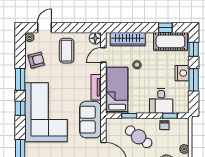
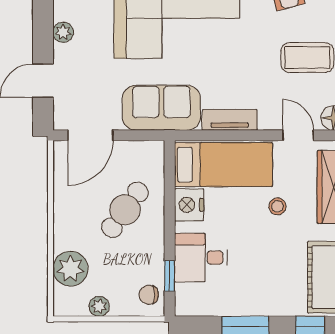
nightstand: (182, 73) -> (189, 205), moved, turned 90
window: (129, 116) -> (170, 190), removed
chair: (164, 125) -> (149, 295), moved

